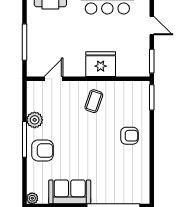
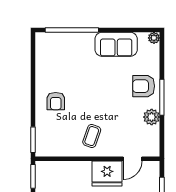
fridge: (101, 64) -> (107, 173), moved
armchair: (129, 136) -> (56, 101), turned -90

